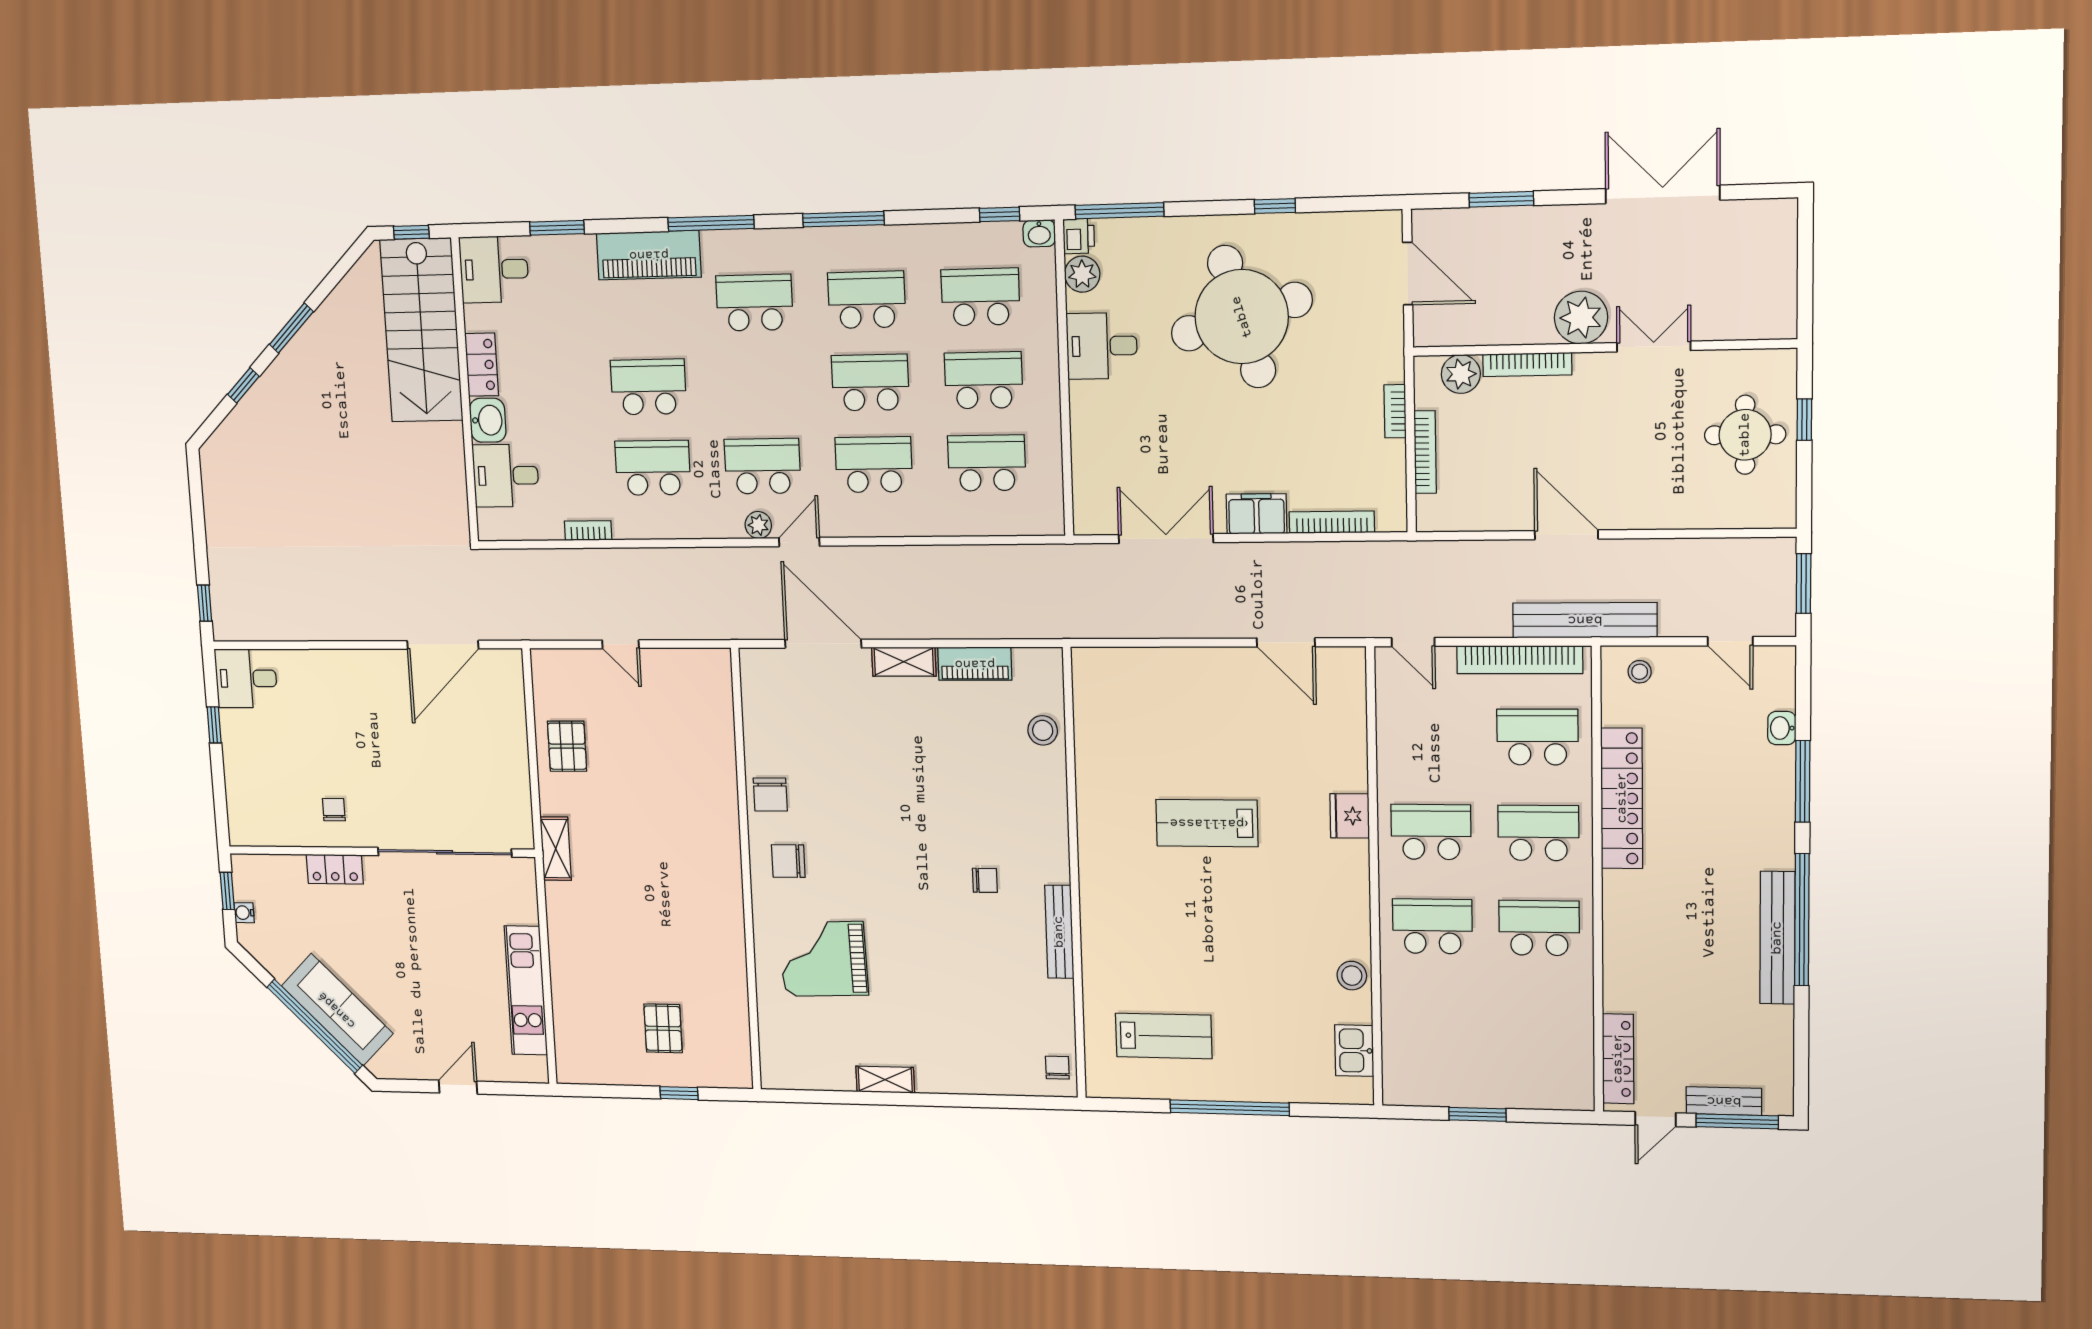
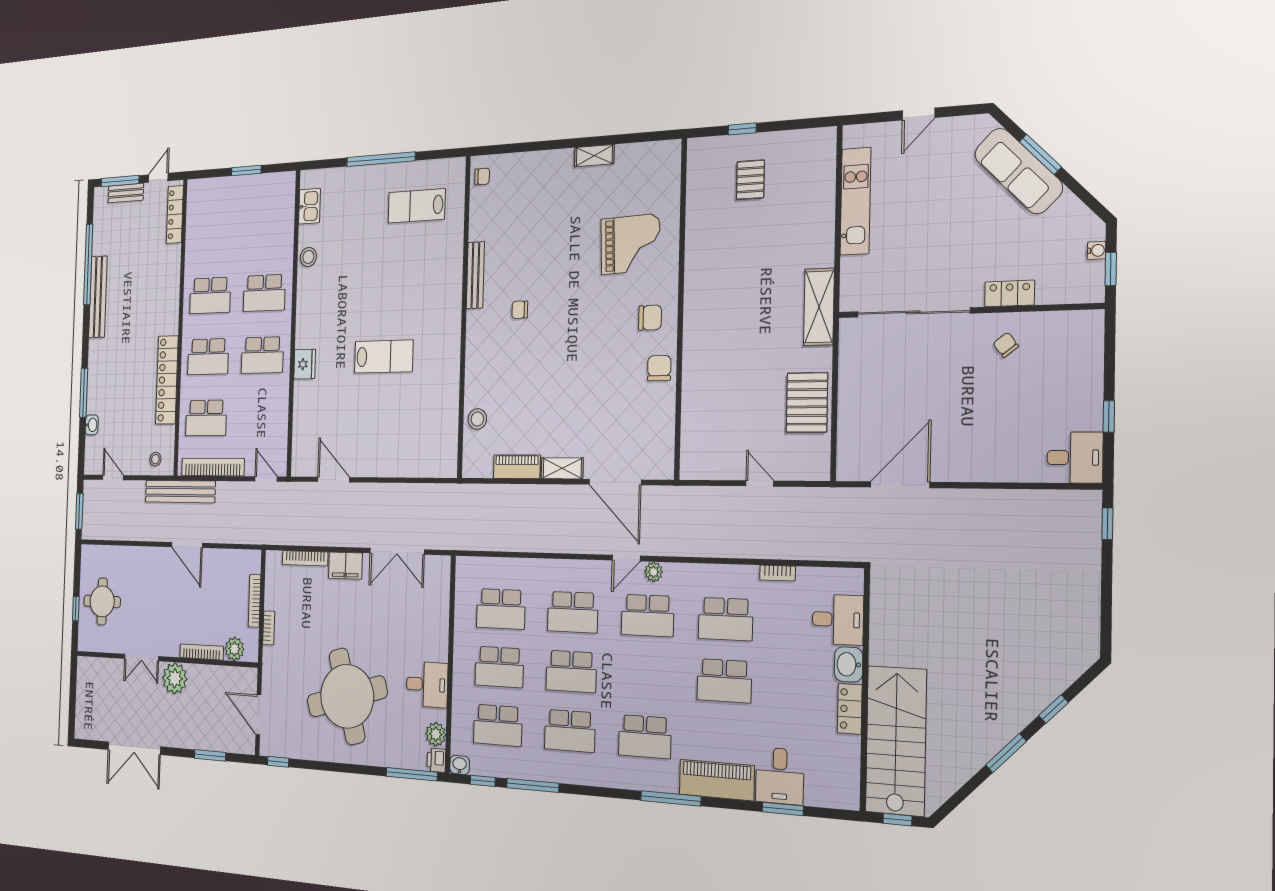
window: (1275, 206) -> (278, 762), moved
window: (843, 219) -> (533, 786), moved
desk: (494, 269) -> (780, 776), moved, turned 90
pallet: (567, 746) -> (807, 403), width x1.50, depth x1.42
chair: (334, 810) -> (1006, 345), turned 143
shelving: (556, 849) -> (819, 307), width x1.50, depth x1.33
window: (1802, 920) -> (88, 264), moved
window: (315, 1026) -> (1040, 154), width x0.47
chair: (1057, 1068) -> (482, 177), turned -90

